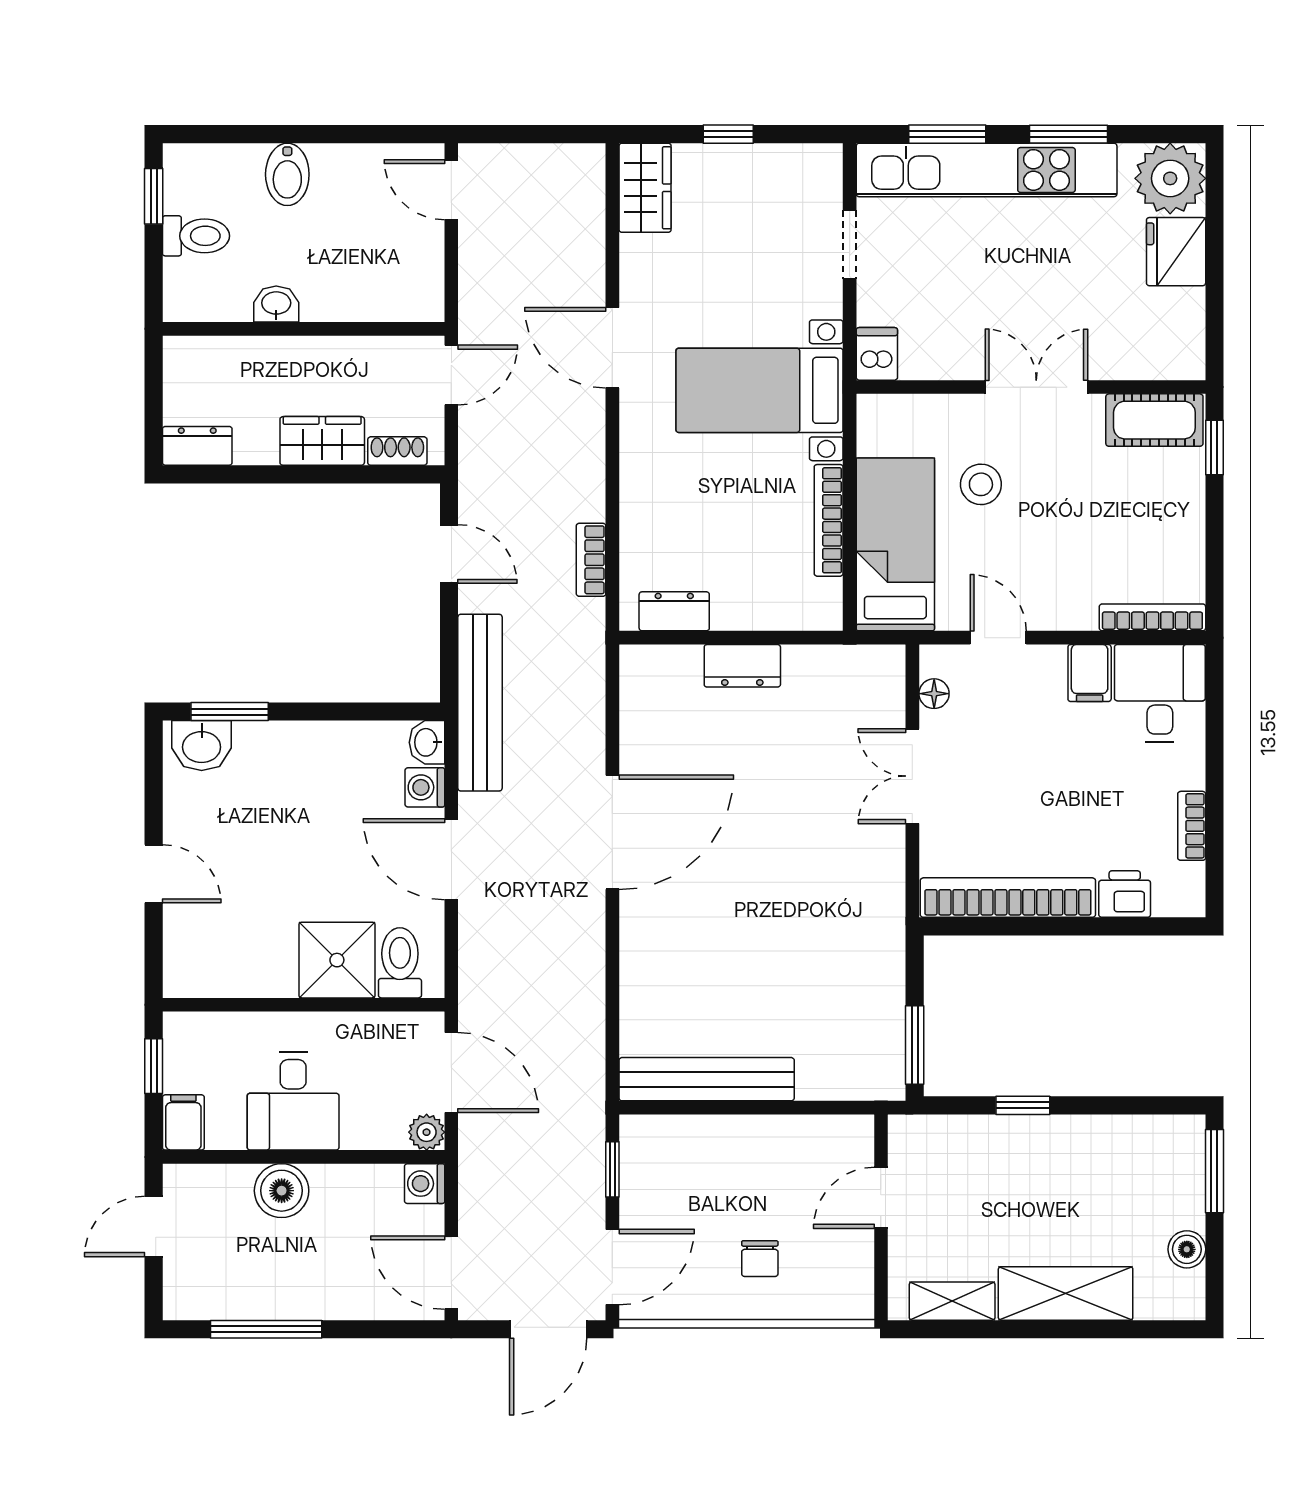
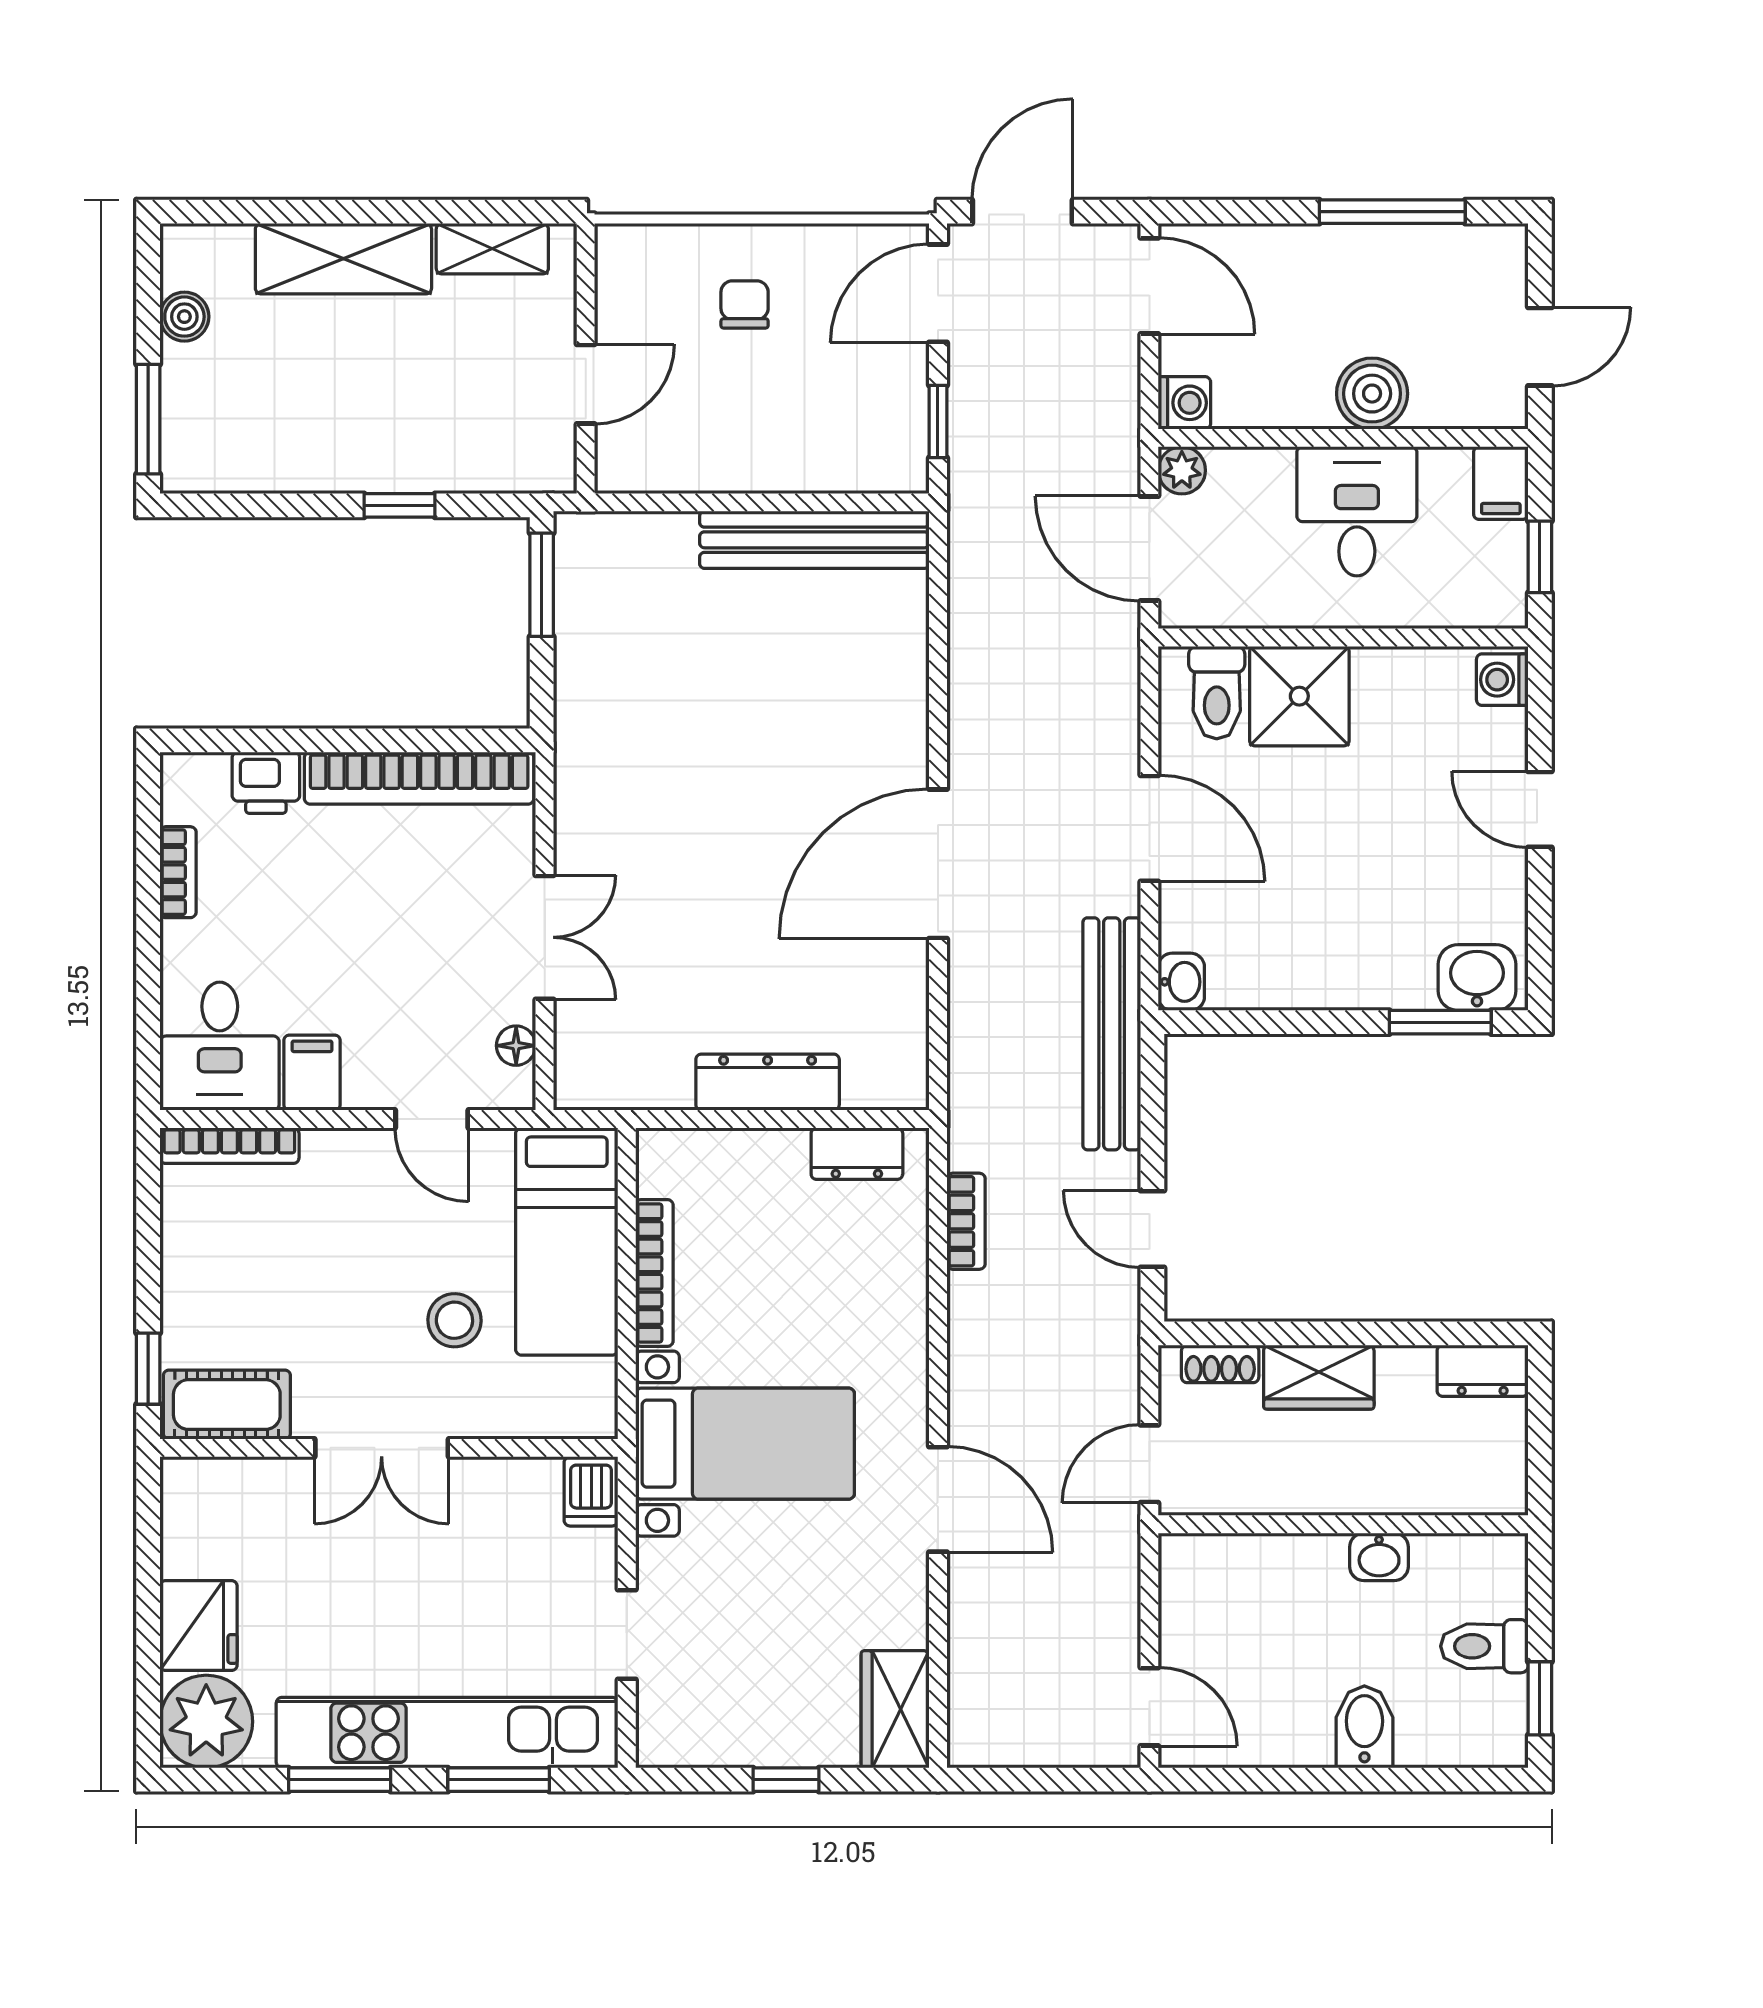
dresser: (742, 666) -> (768, 1082), width x1.44
washing machine: (425, 787) -> (1502, 680), moved, turned 180

